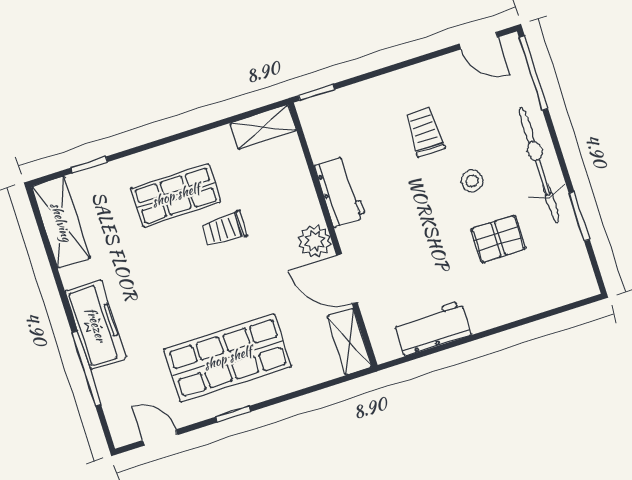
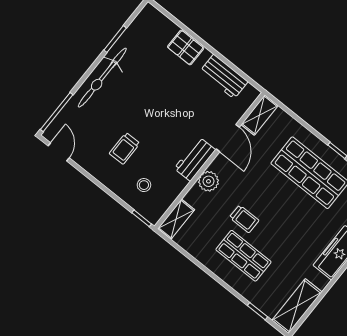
shelving: (263, 127) -> (176, 219), moved, turned 90
stool: (472, 181) -> (144, 185), moved
workbench: (340, 192) -> (195, 159), moved
pallet: (498, 239) -> (186, 48), moved
plant: (315, 241) -> (209, 181), moved

